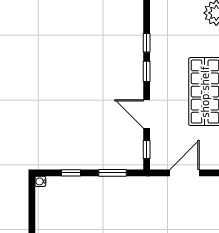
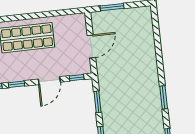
door: (185, 173) -> (91, 46), swing flipped

